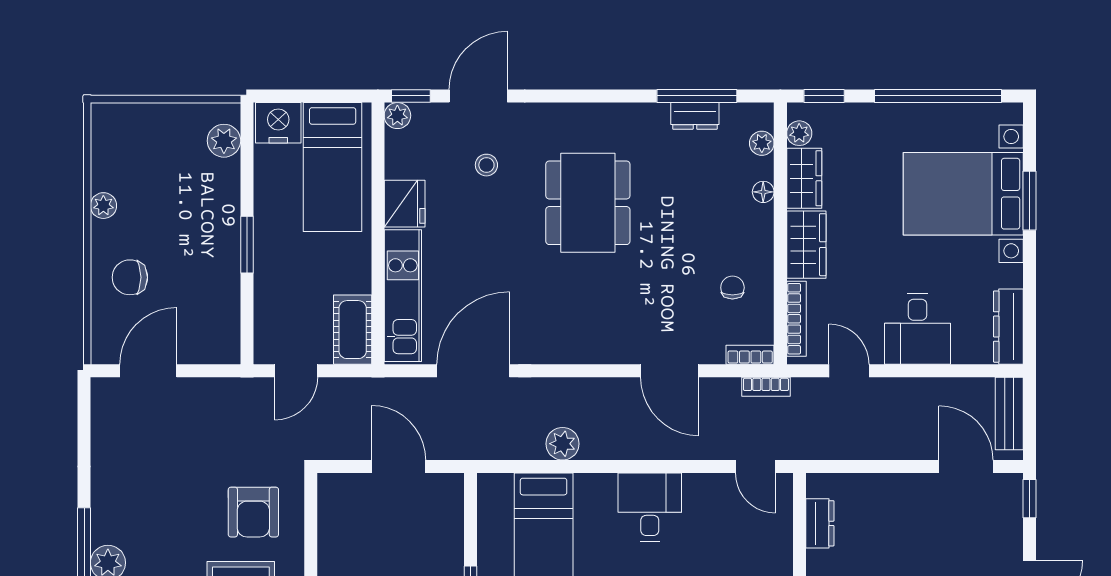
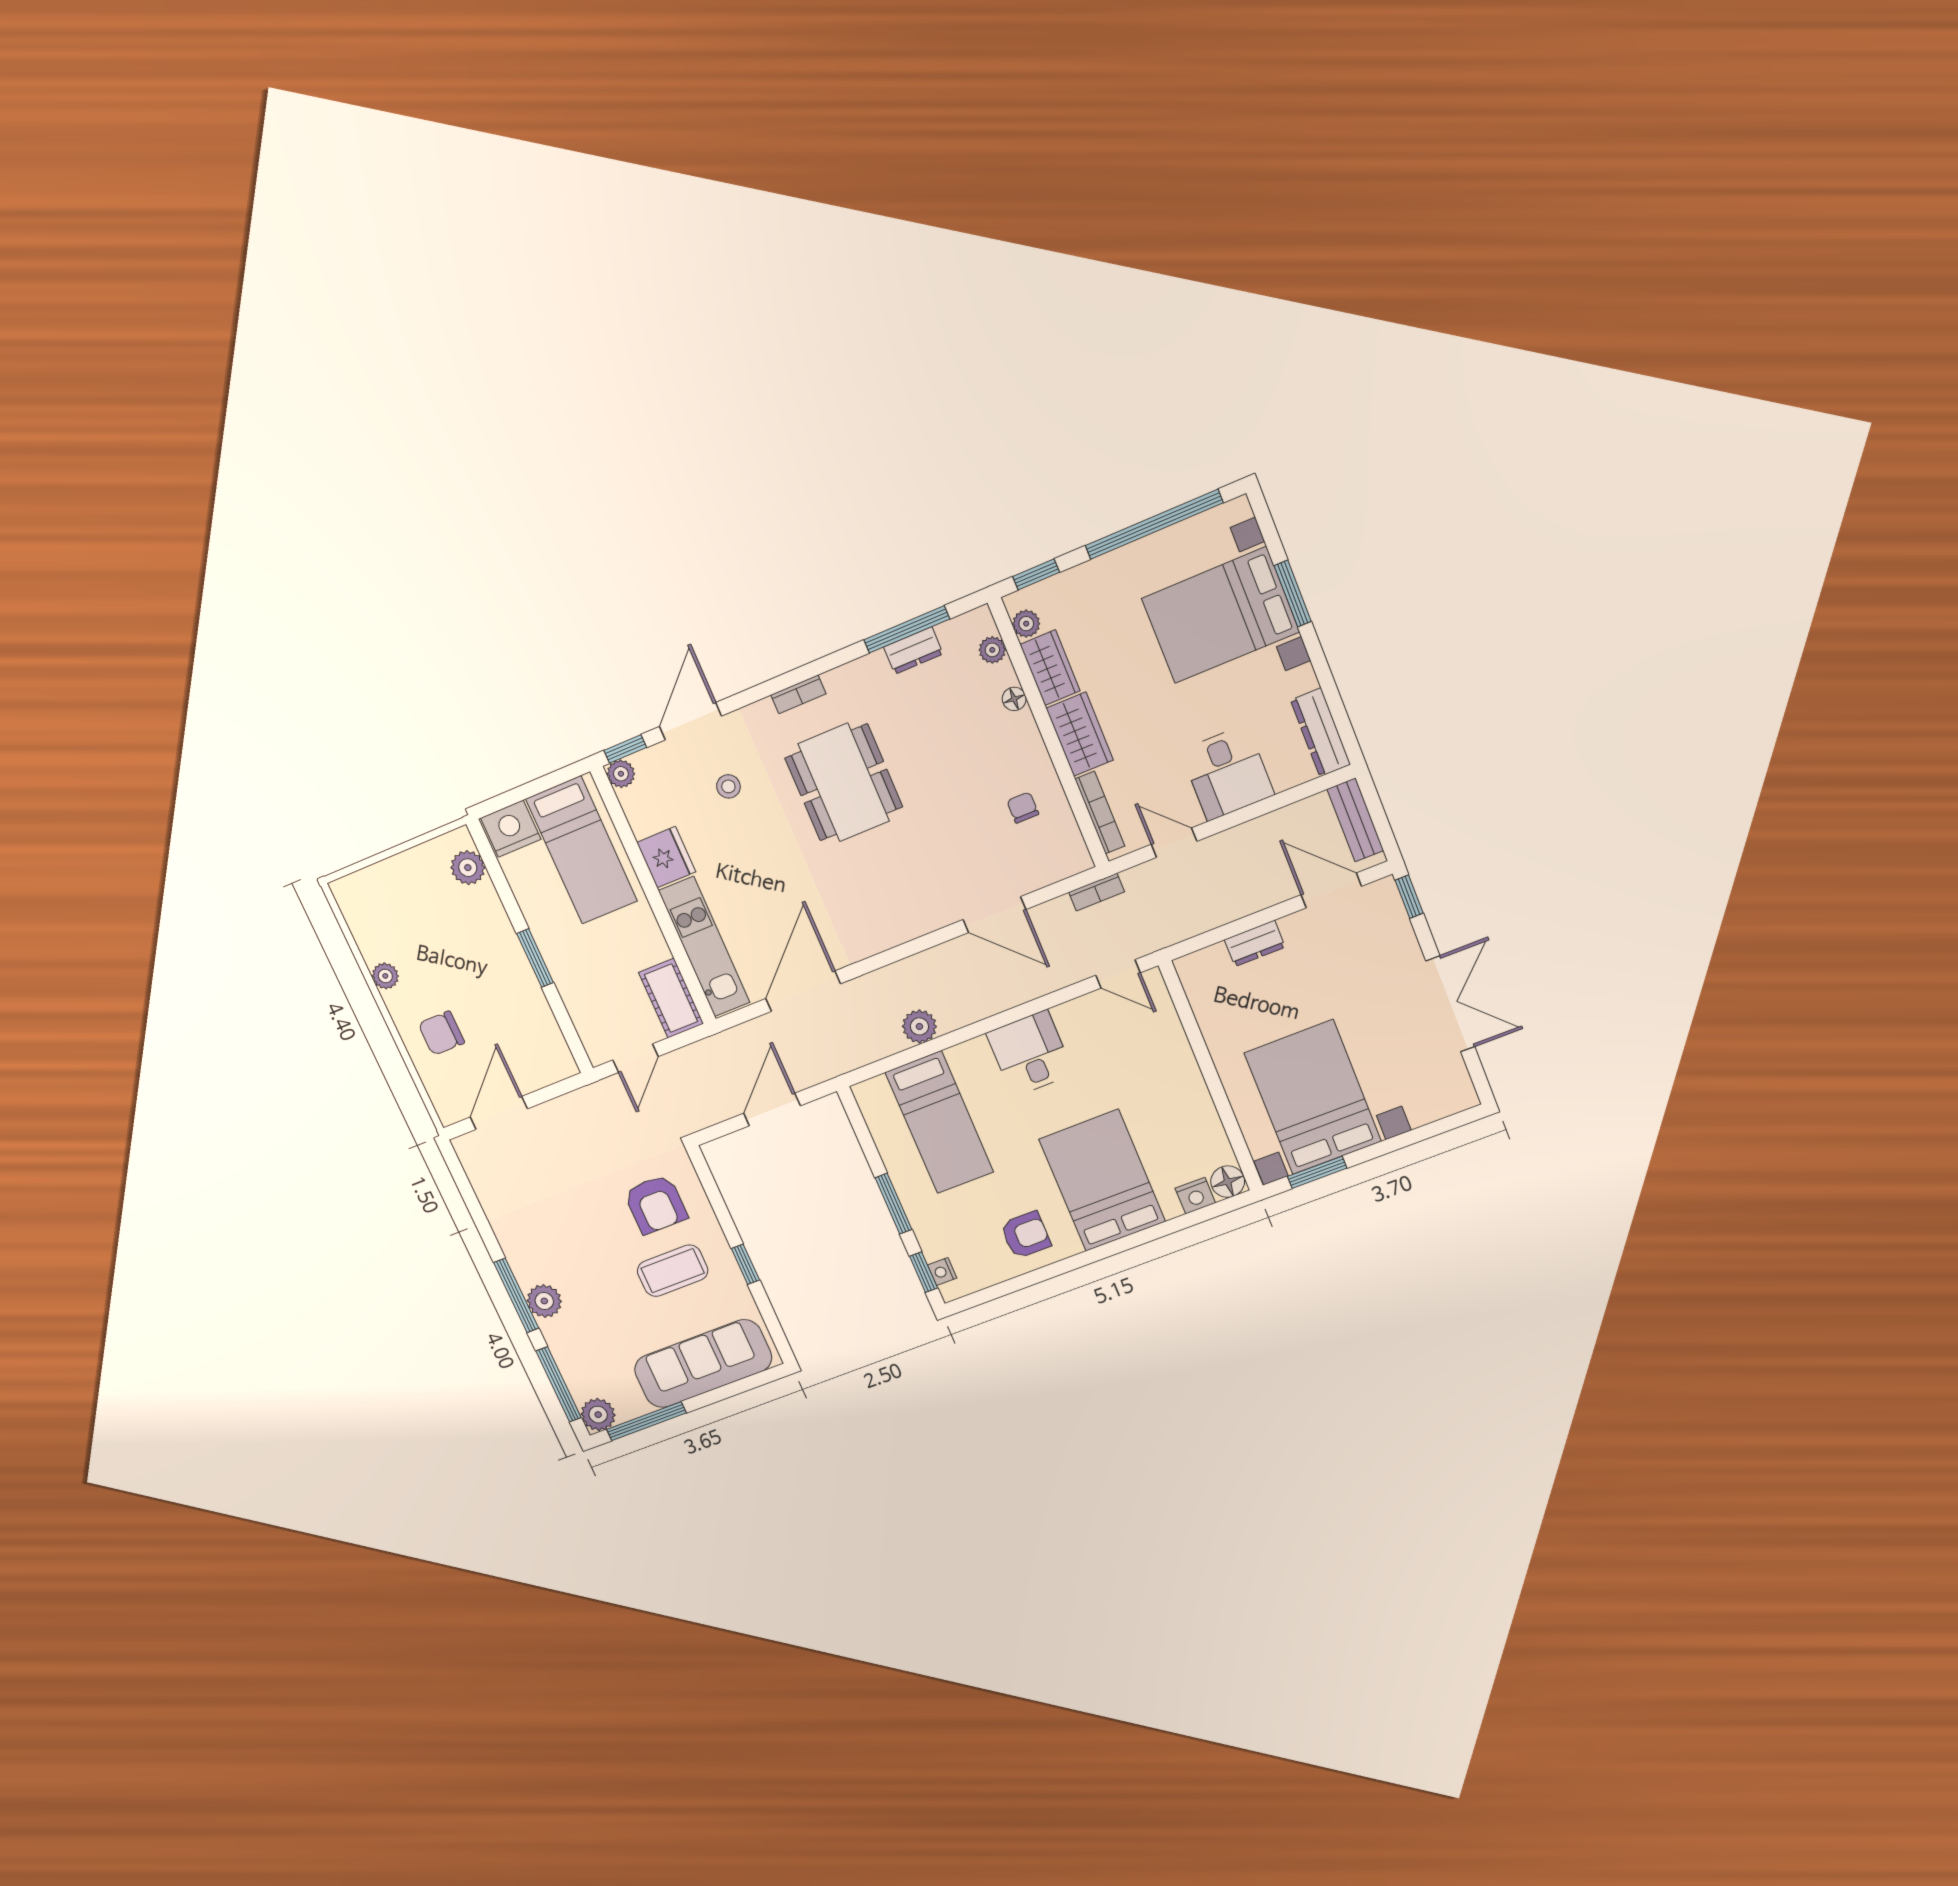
bookcase: (750, 355) -> (798, 694), moved, turned 180
door: (399, 467) -> (772, 1110), hinge flipped
dresser: (820, 523) -> (1255, 943), moved, turned 90

